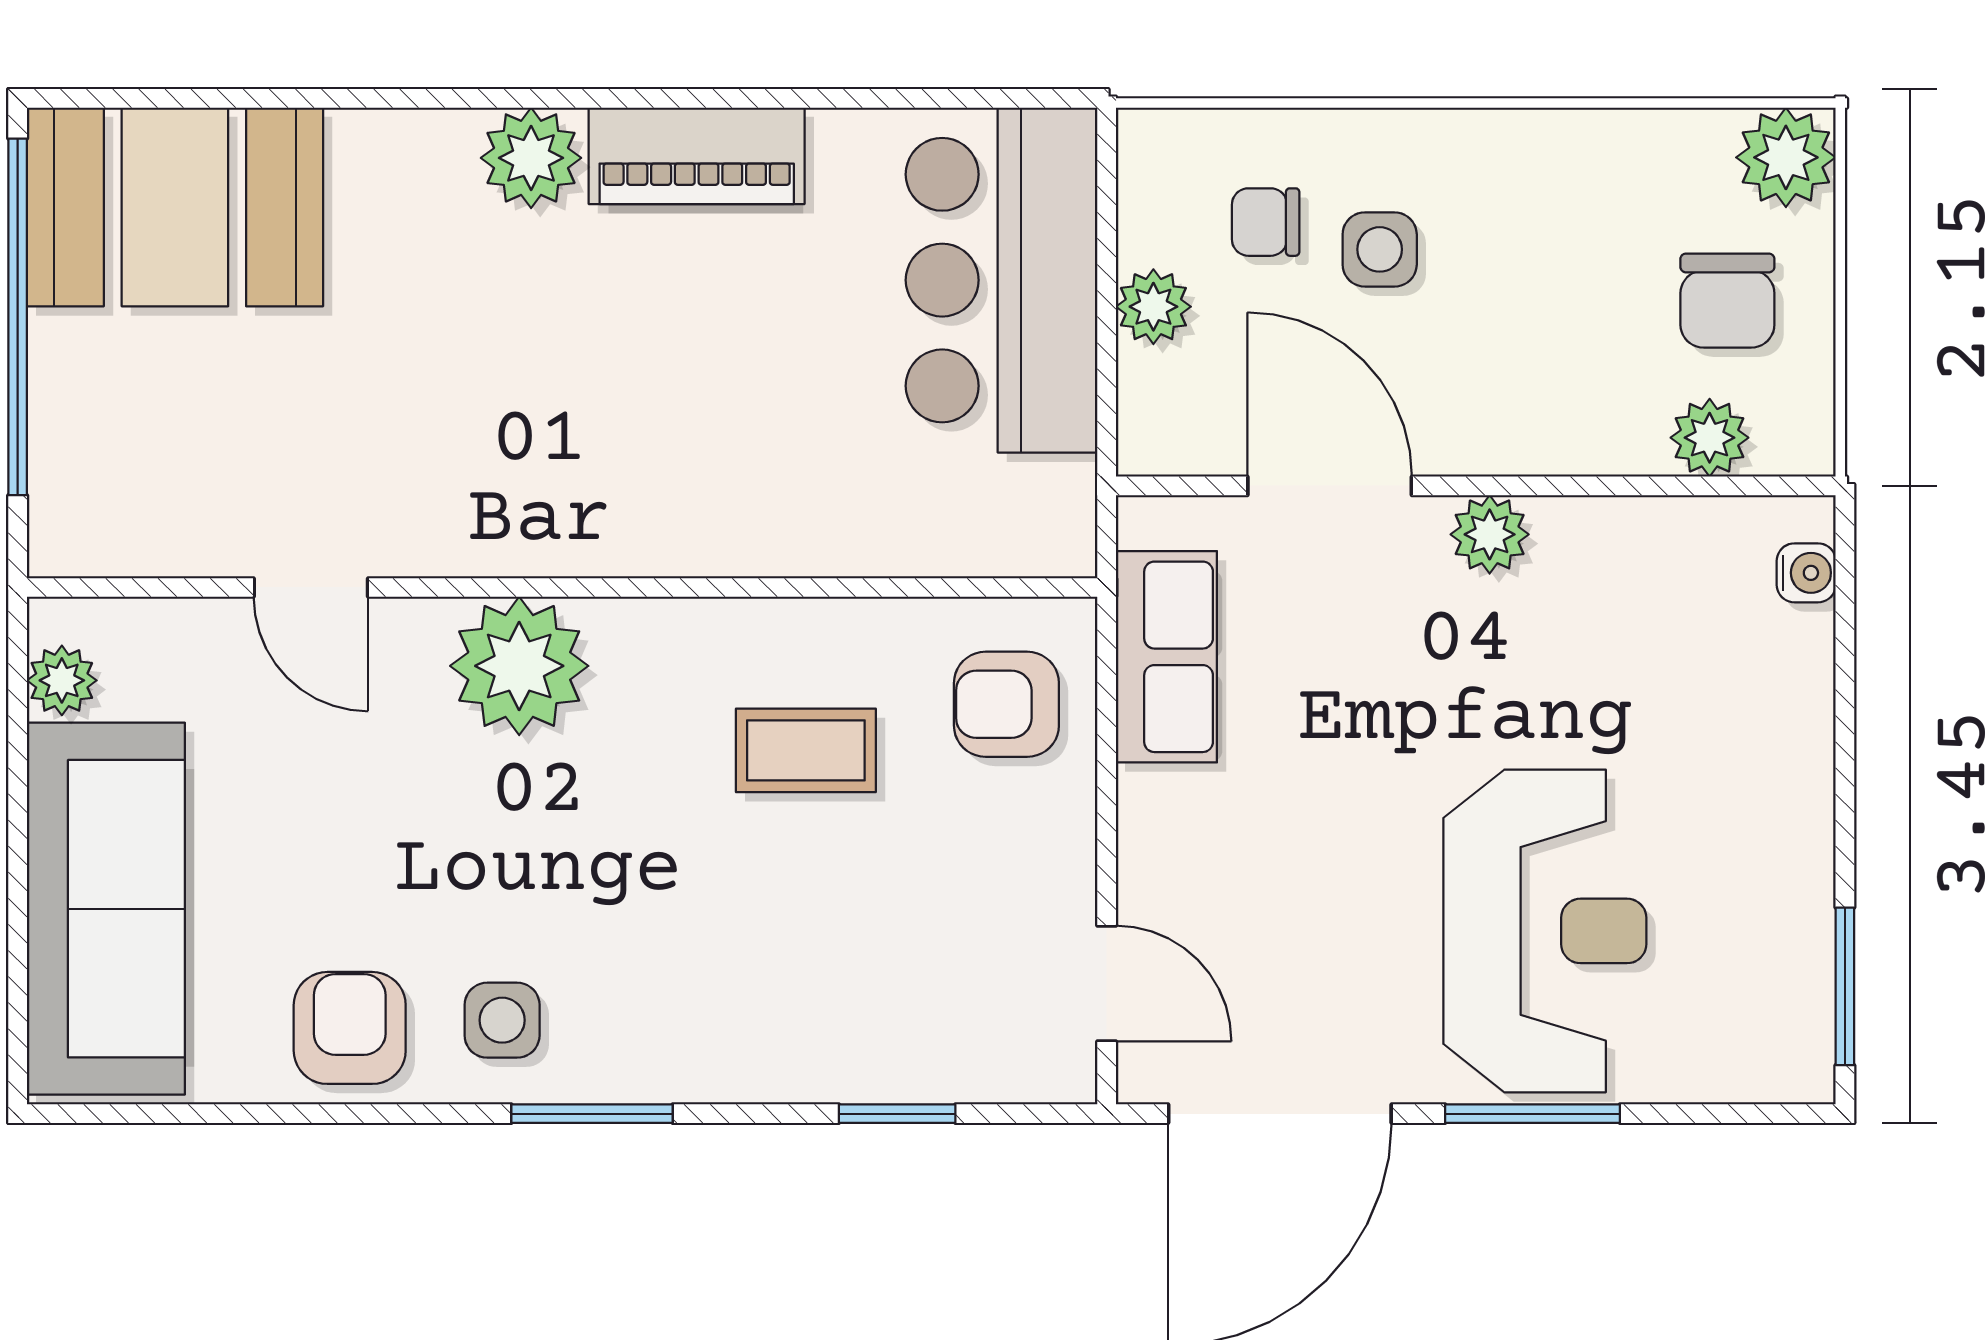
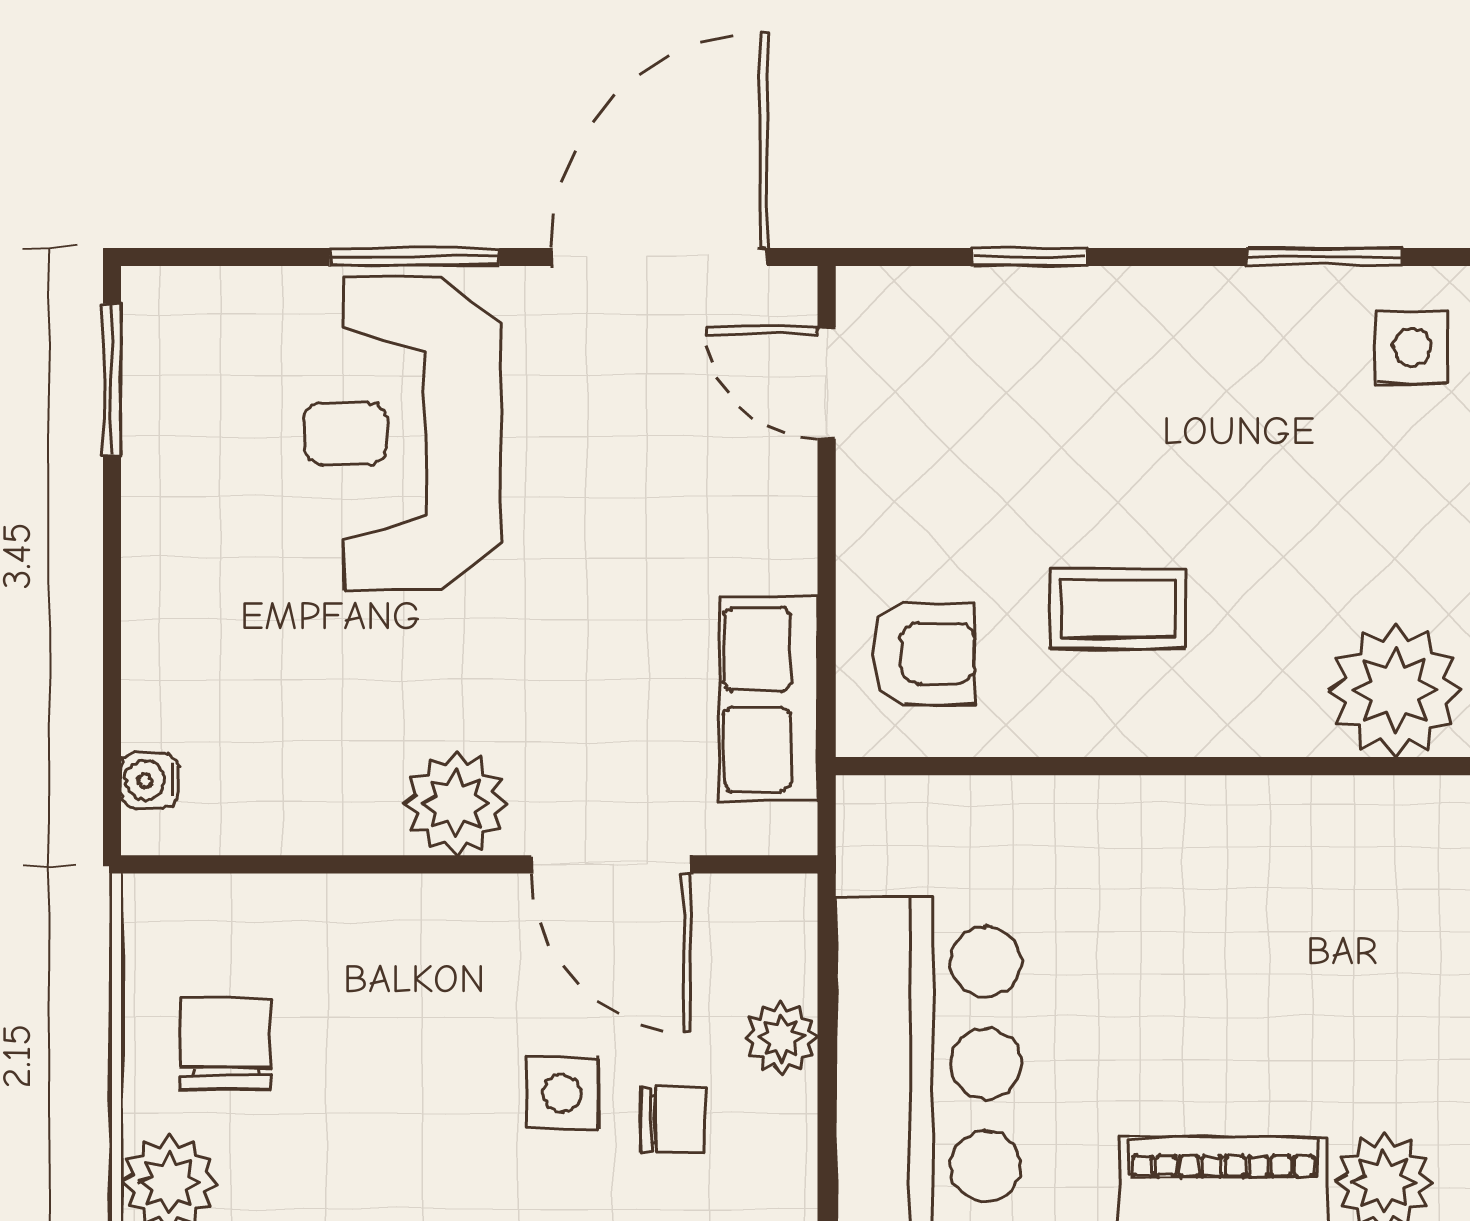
plant: (1710, 438) -> (243, 911), removed
plant: (1490, 534) -> (456, 803), width x1.38, depth x1.38

